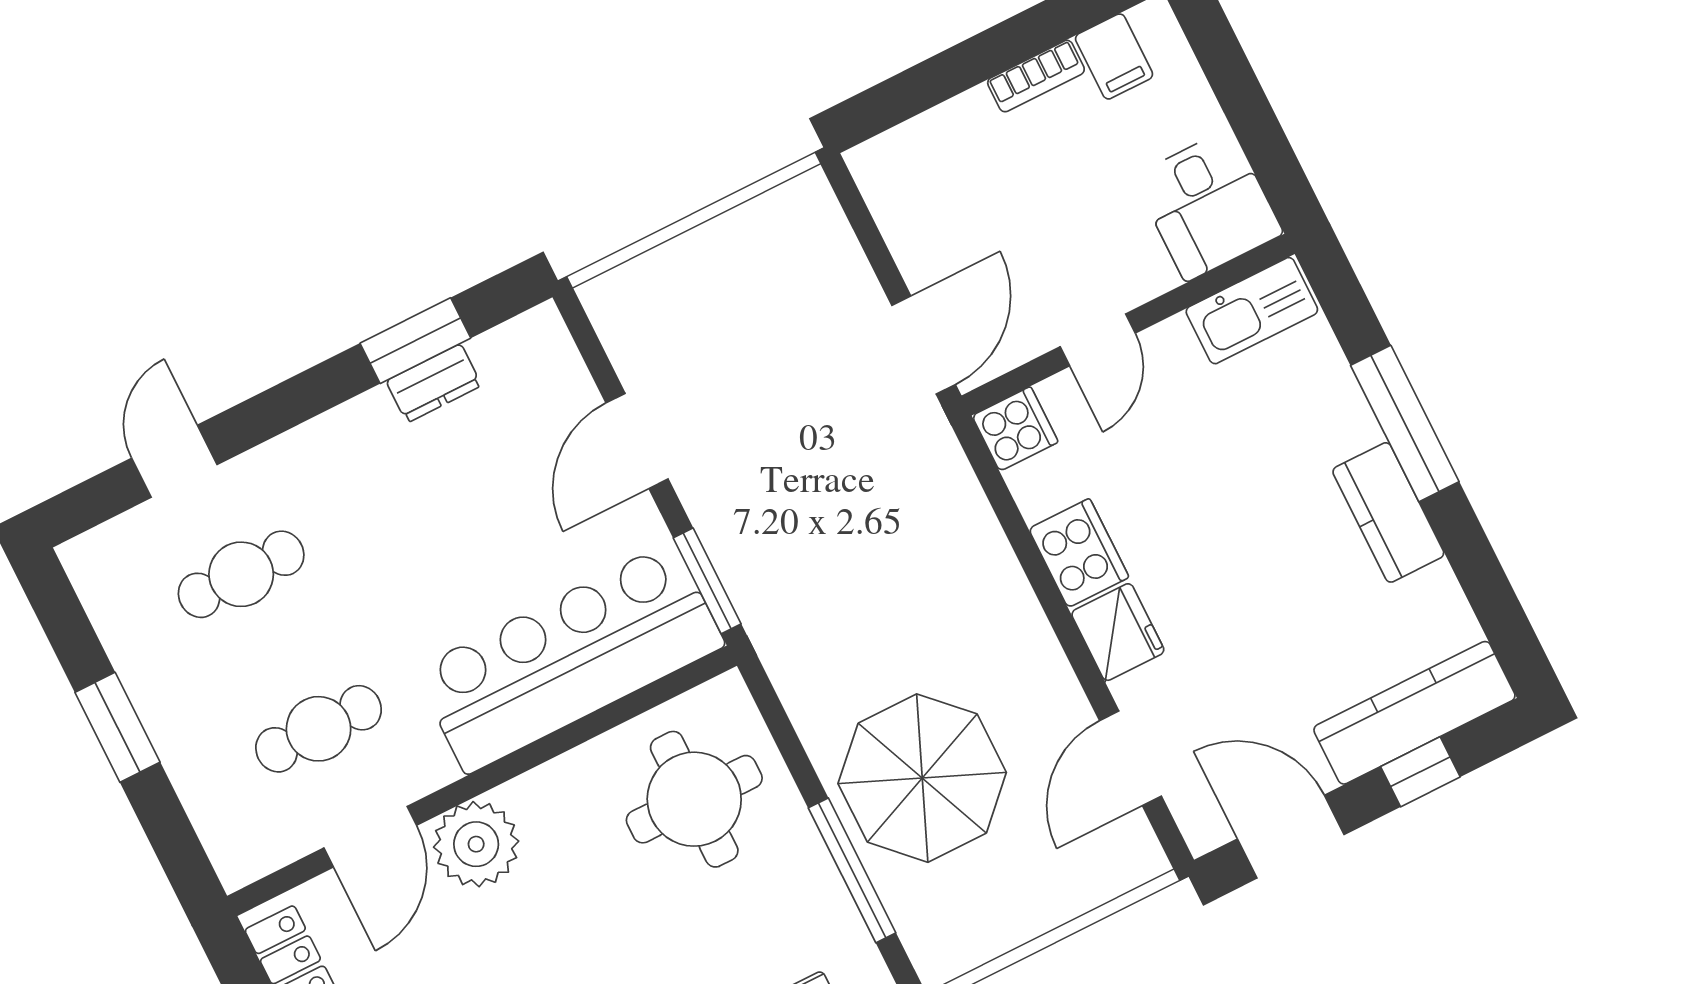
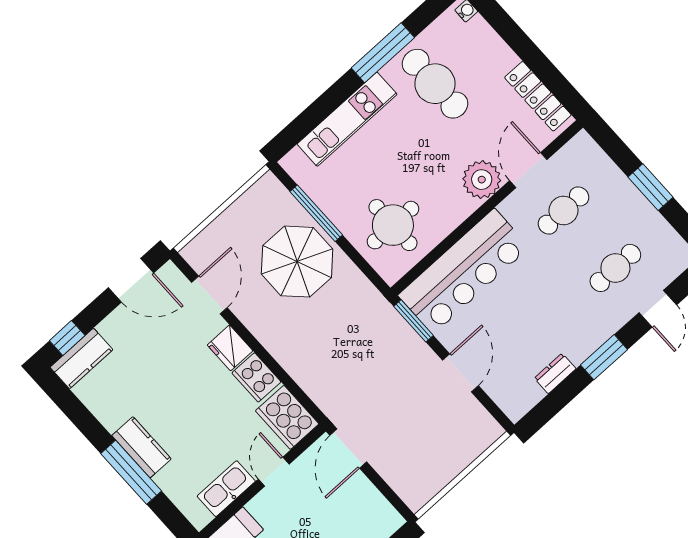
kitchen sink: (1252, 311) -> (226, 489), moved
window: (415, 341) -> (604, 357), moved
cooker: (1015, 429) -> (287, 417), width x1.87, depth x1.31
kitchen counter: (1388, 512) -> (141, 447), moved
kitchen counter: (1414, 713) -> (81, 358), width x0.67
window: (1420, 772) -> (67, 338), moved

